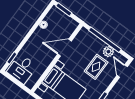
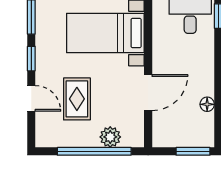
plant: (108, 52) -> (110, 137), moved
door: (122, 71) -> (31, 98), moved

